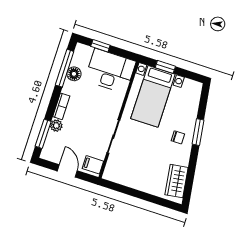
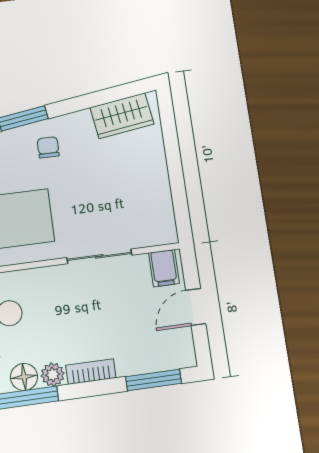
plant: (56, 126) -> (53, 375), moved

